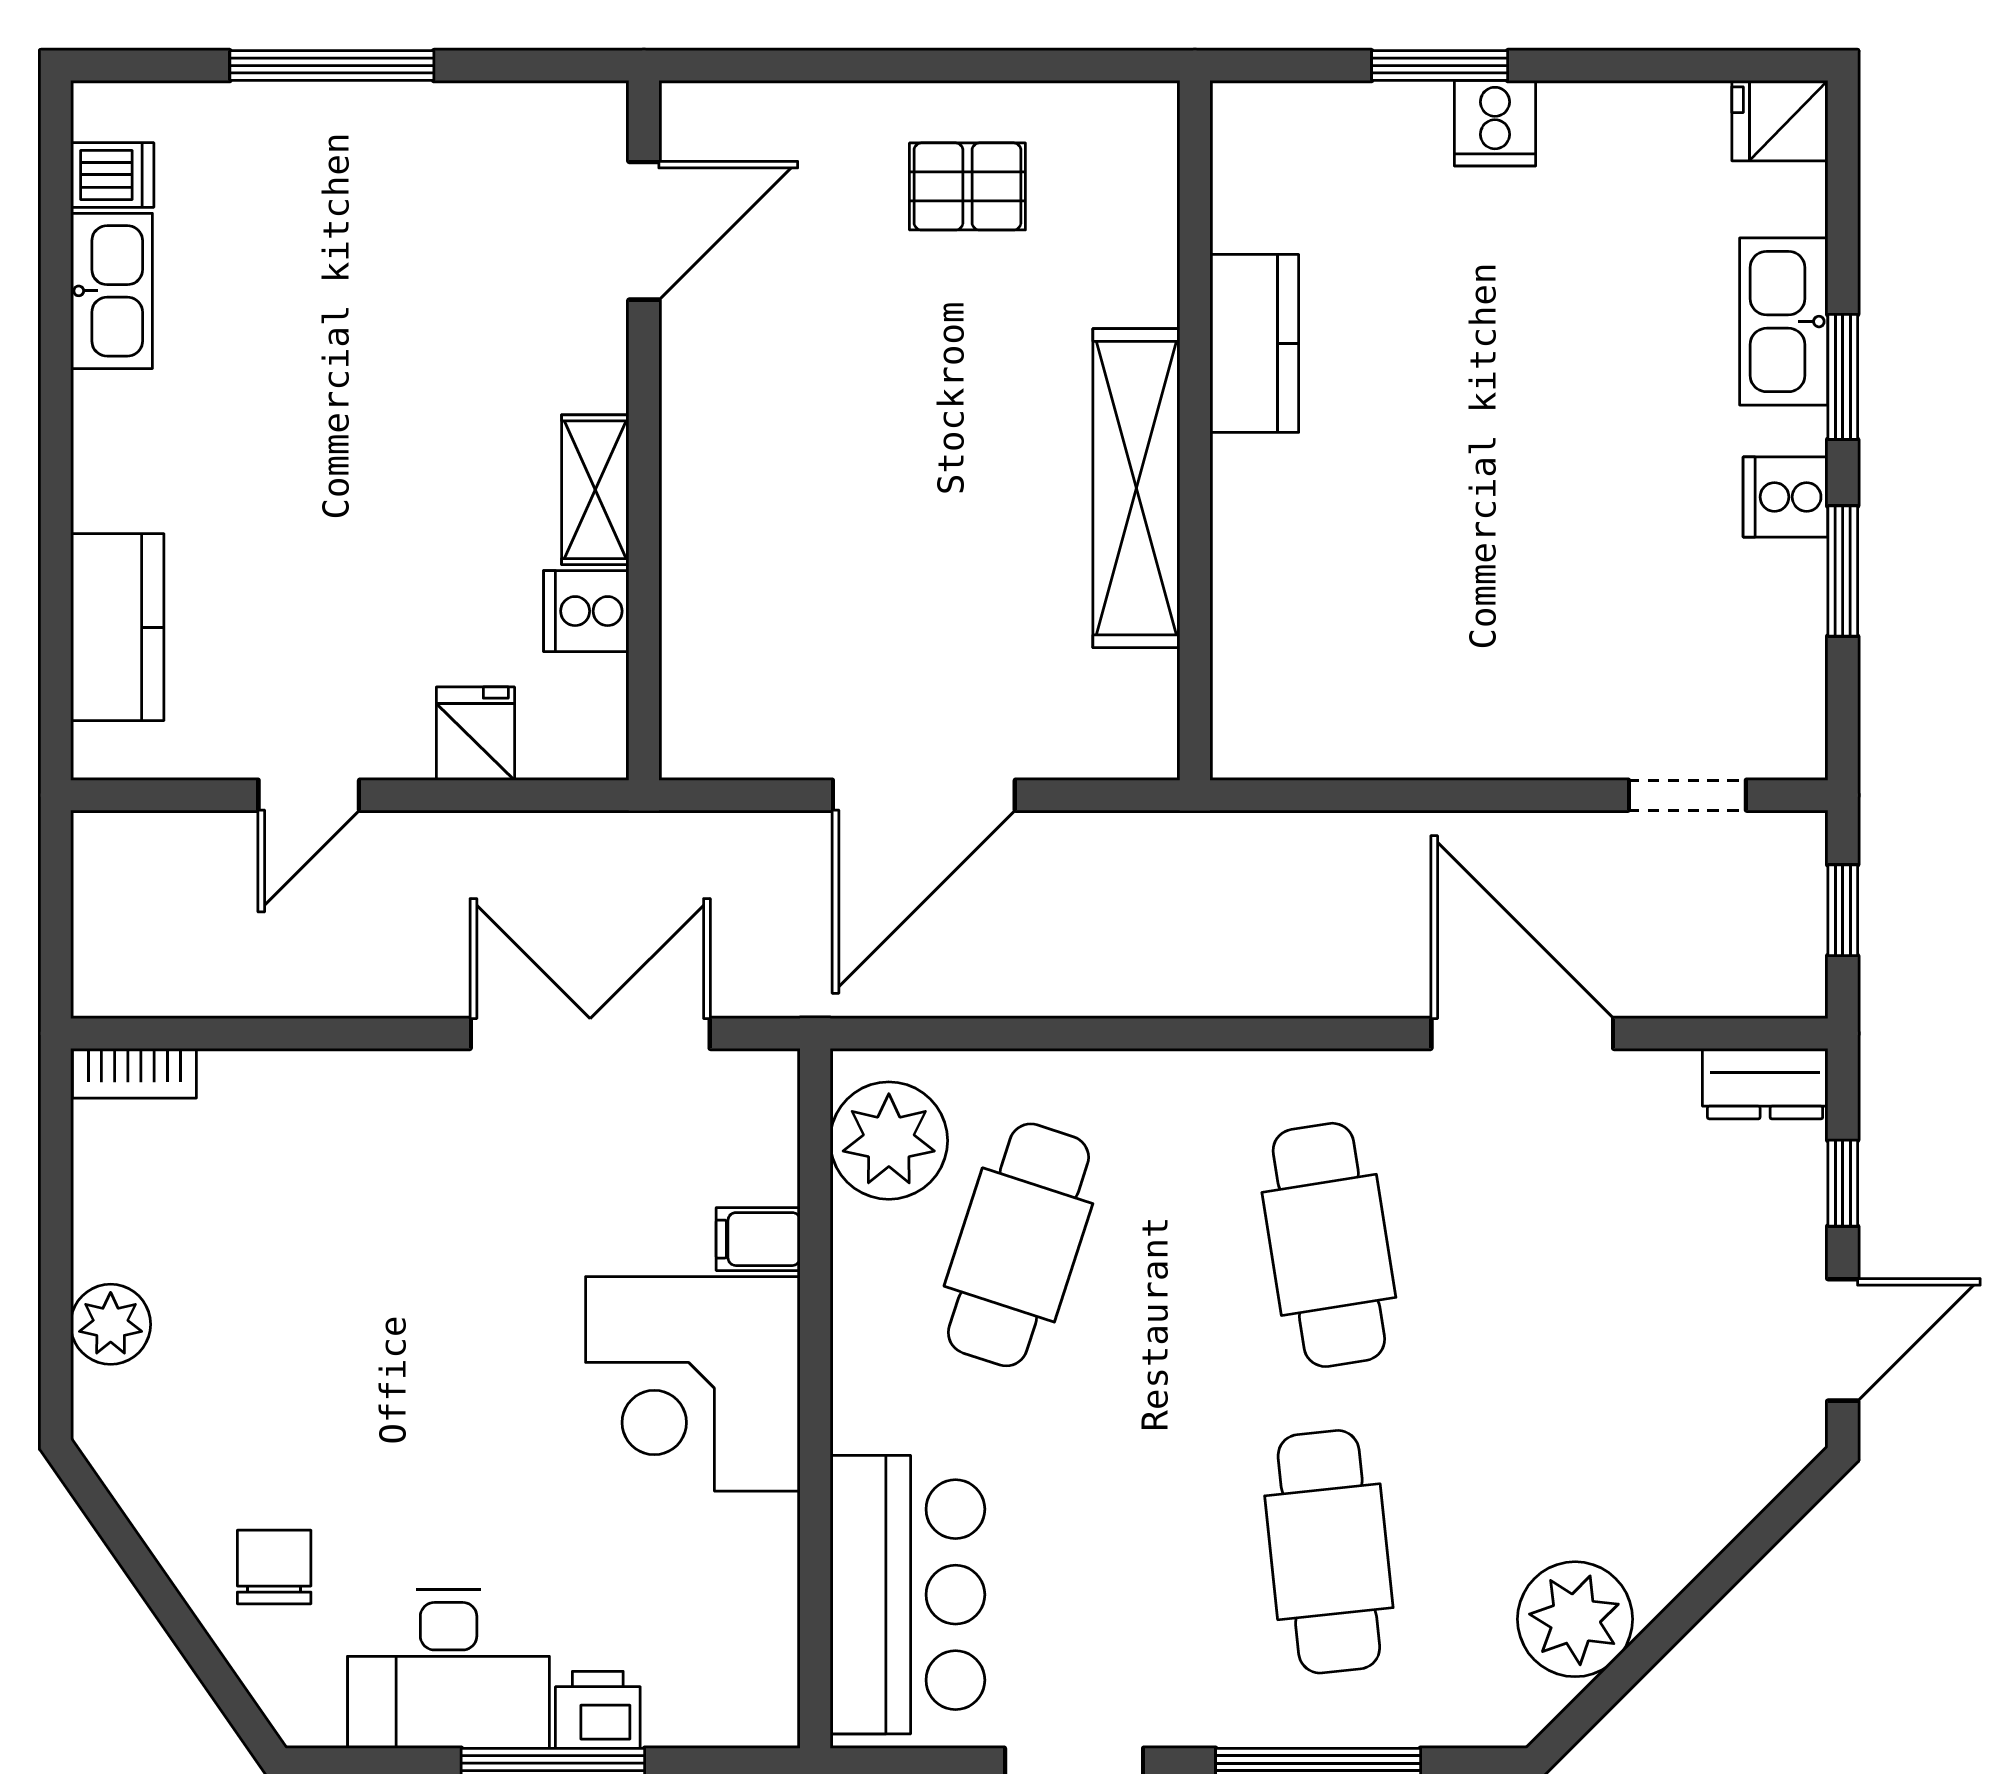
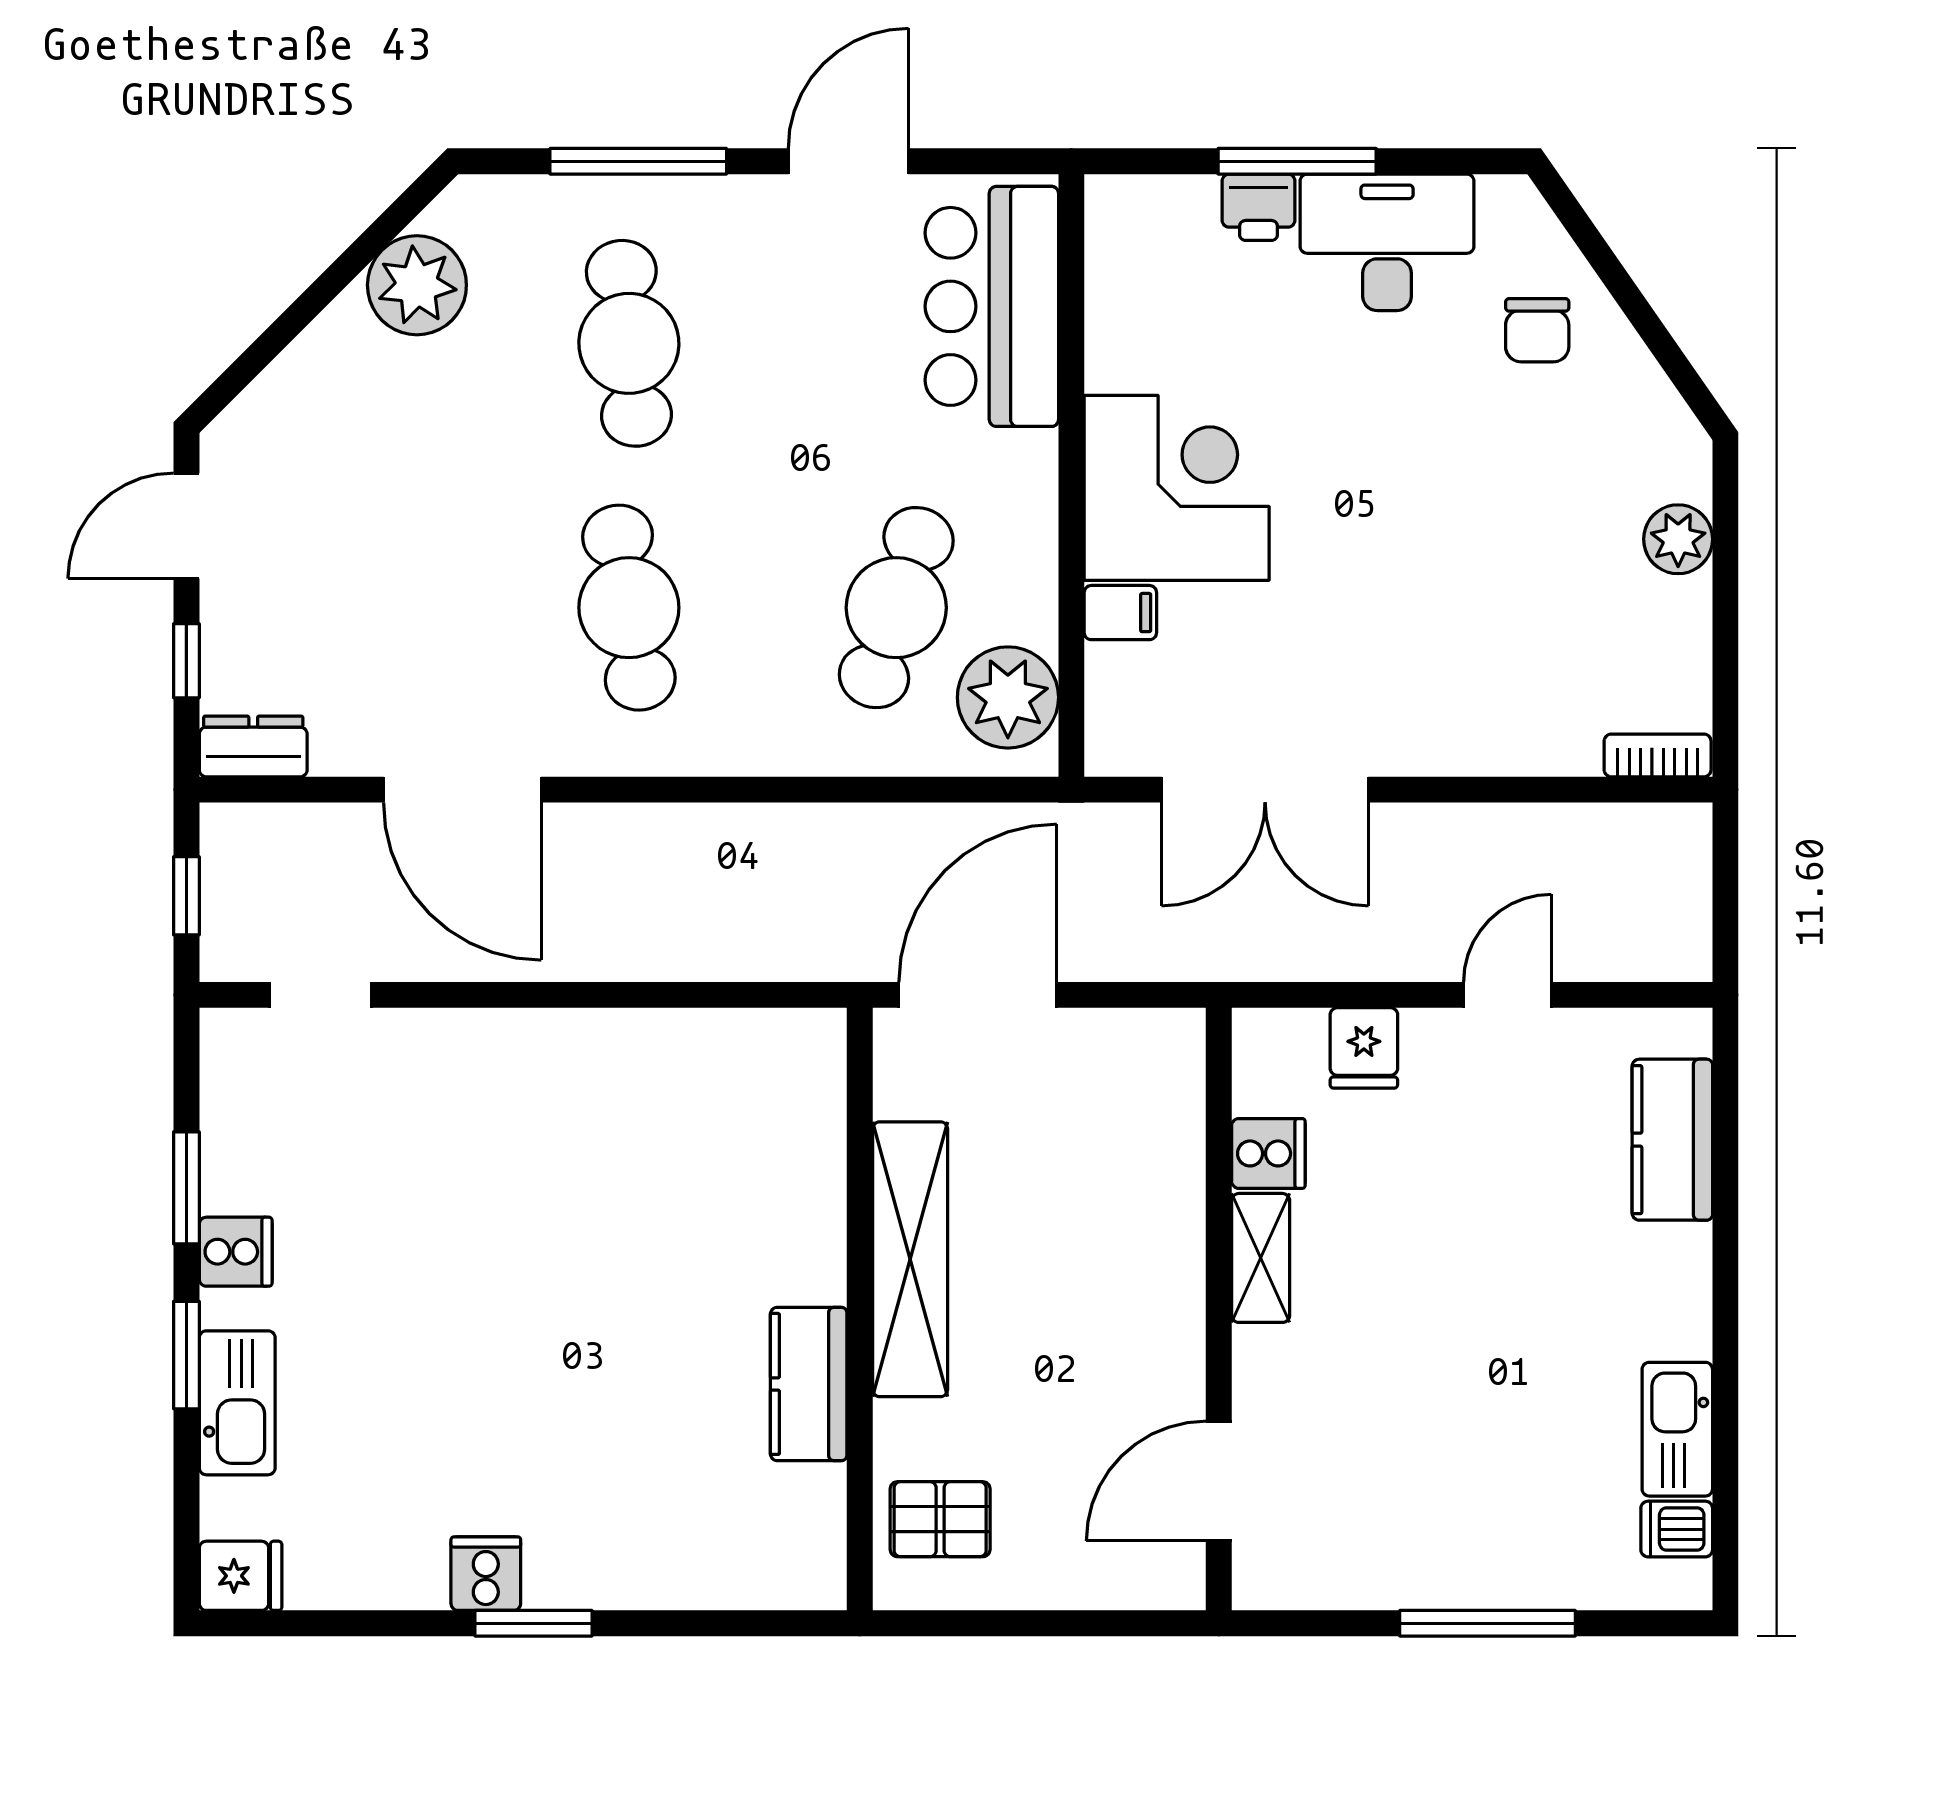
kitchen counter: (1254, 343) -> (809, 1384), moved
wall: (1195, 430) -> (860, 1309), moved
shelving: (1136, 488) -> (910, 1259), moved

